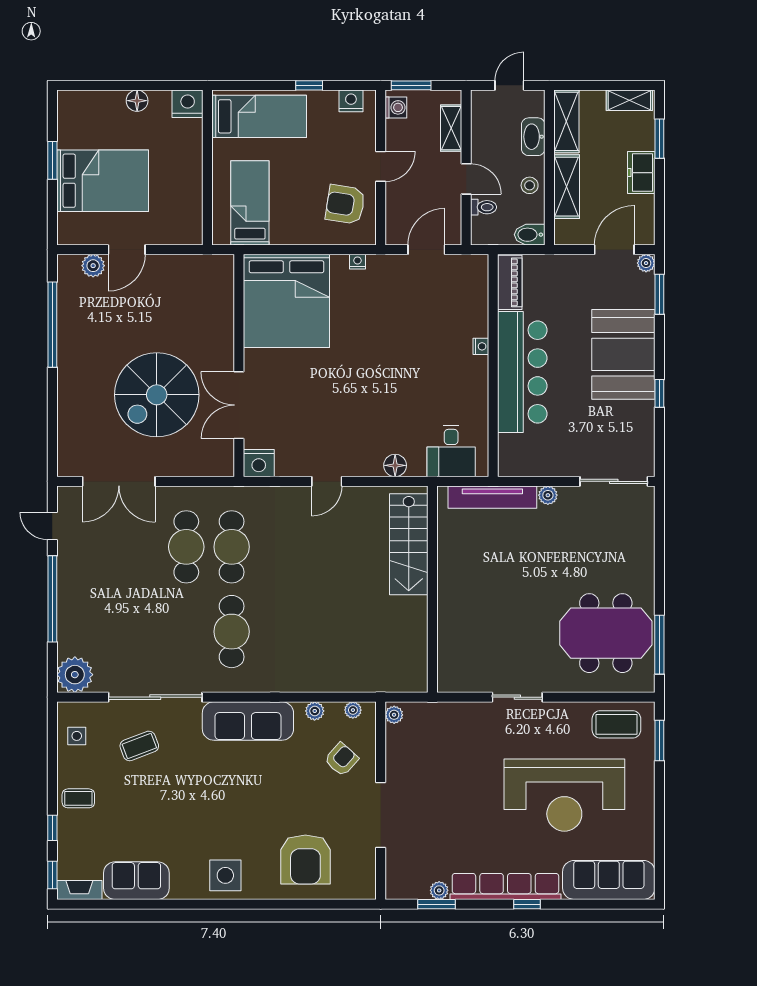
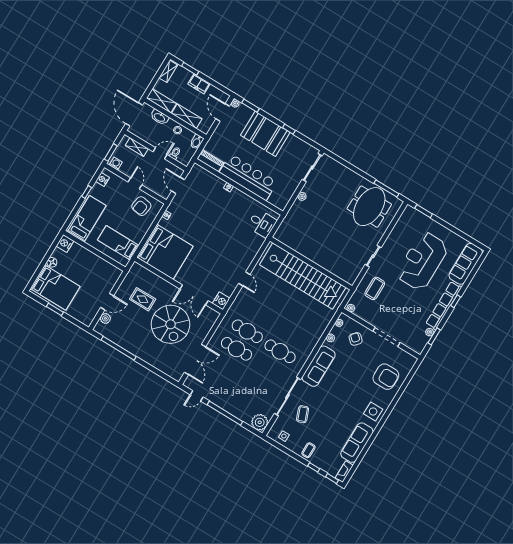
door: (509, 85) -> (134, 114), width x1.87
bed: (103, 181) -> (55, 288), moved, turned 90
door: (127, 250) -> (107, 302), hinge flipped
rug: (172, 313) -> (143, 299), added
floor lamp: (395, 465) -> (254, 249), removed
tv unit: (492, 497) -> (290, 218), removed
stairs: (409, 544) -> (303, 276), width x1.86, depth x1.51
coffee table: (616, 724) -> (375, 288), moved
reception desk: (564, 795) -> (422, 261), turned 180
sofa: (136, 881) -> (357, 443), width x1.36

